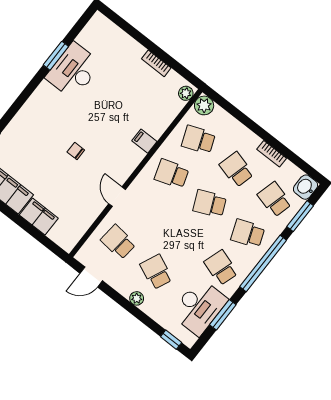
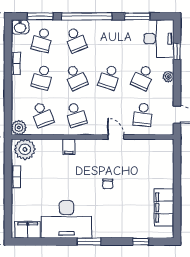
window: (56, 56) -> (89, 242), moved
desk: (74, 71) -> (67, 219), width x1.36, depth x1.30
plant: (186, 93) -> (25, 149), width x1.88, depth x1.88
door: (117, 197) -> (116, 137), swing flipped
filing cabinet: (39, 217) -> (28, 230), moved, turned 90
school desk: (221, 268) -> (109, 77), moved
desk: (199, 307) -> (159, 39), moved, turned 90
window: (171, 340) -> (177, 51), moved

